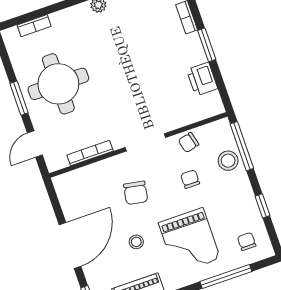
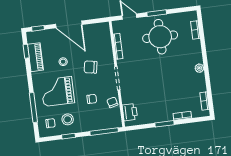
printer: (202, 79) -> (130, 112), moved, turned 90
stool: (228, 161) -> (68, 119), moved

